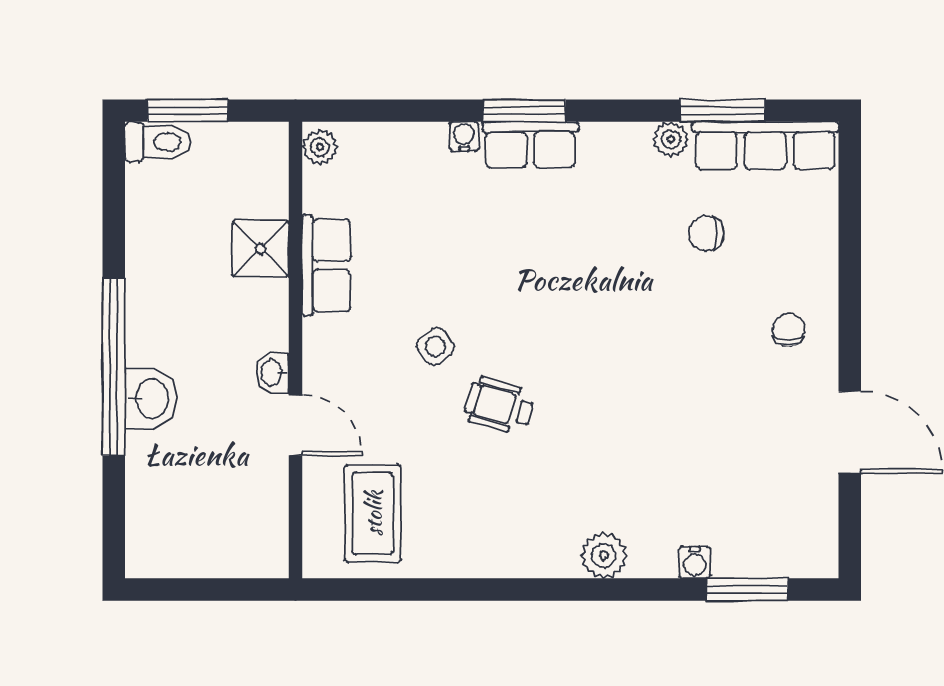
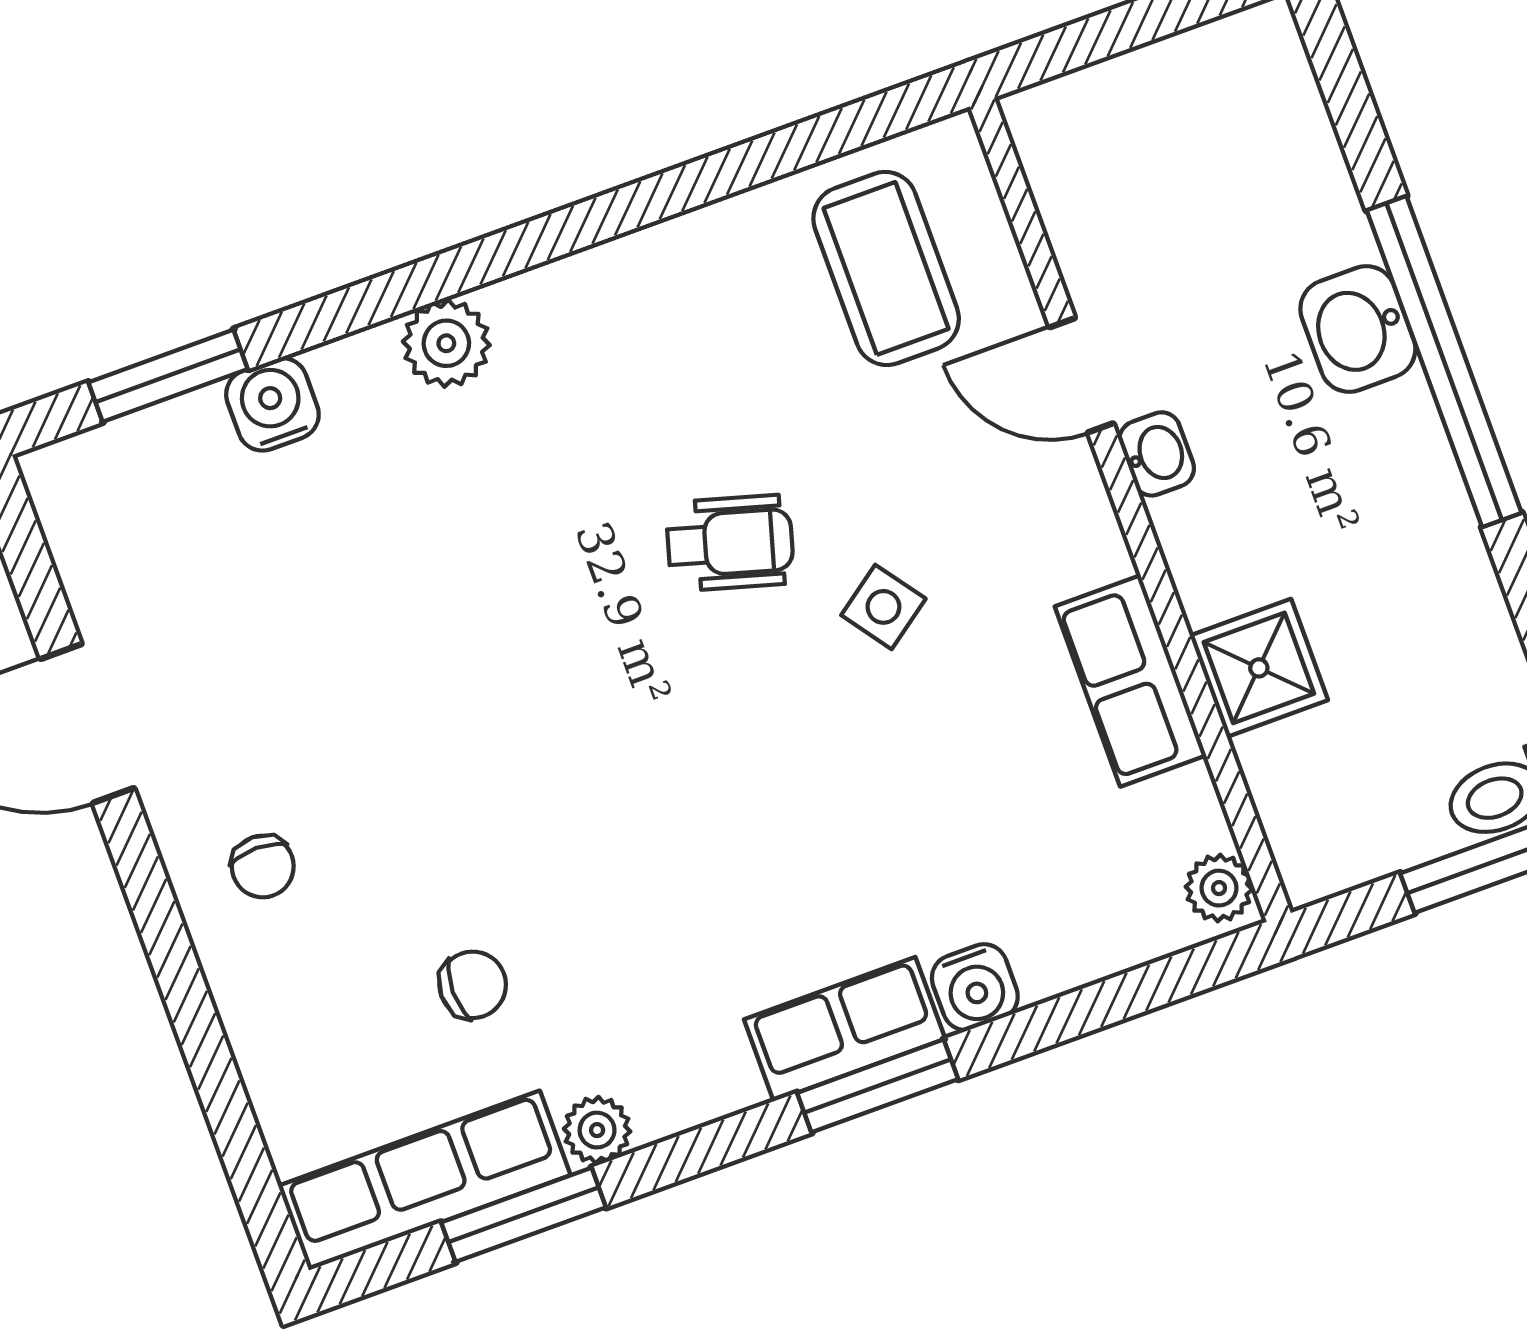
water cooler: (464, 136) -> (975, 987), width x1.38, depth x1.38
water cooler: (695, 563) -> (272, 404), width x1.38, depth x1.38

